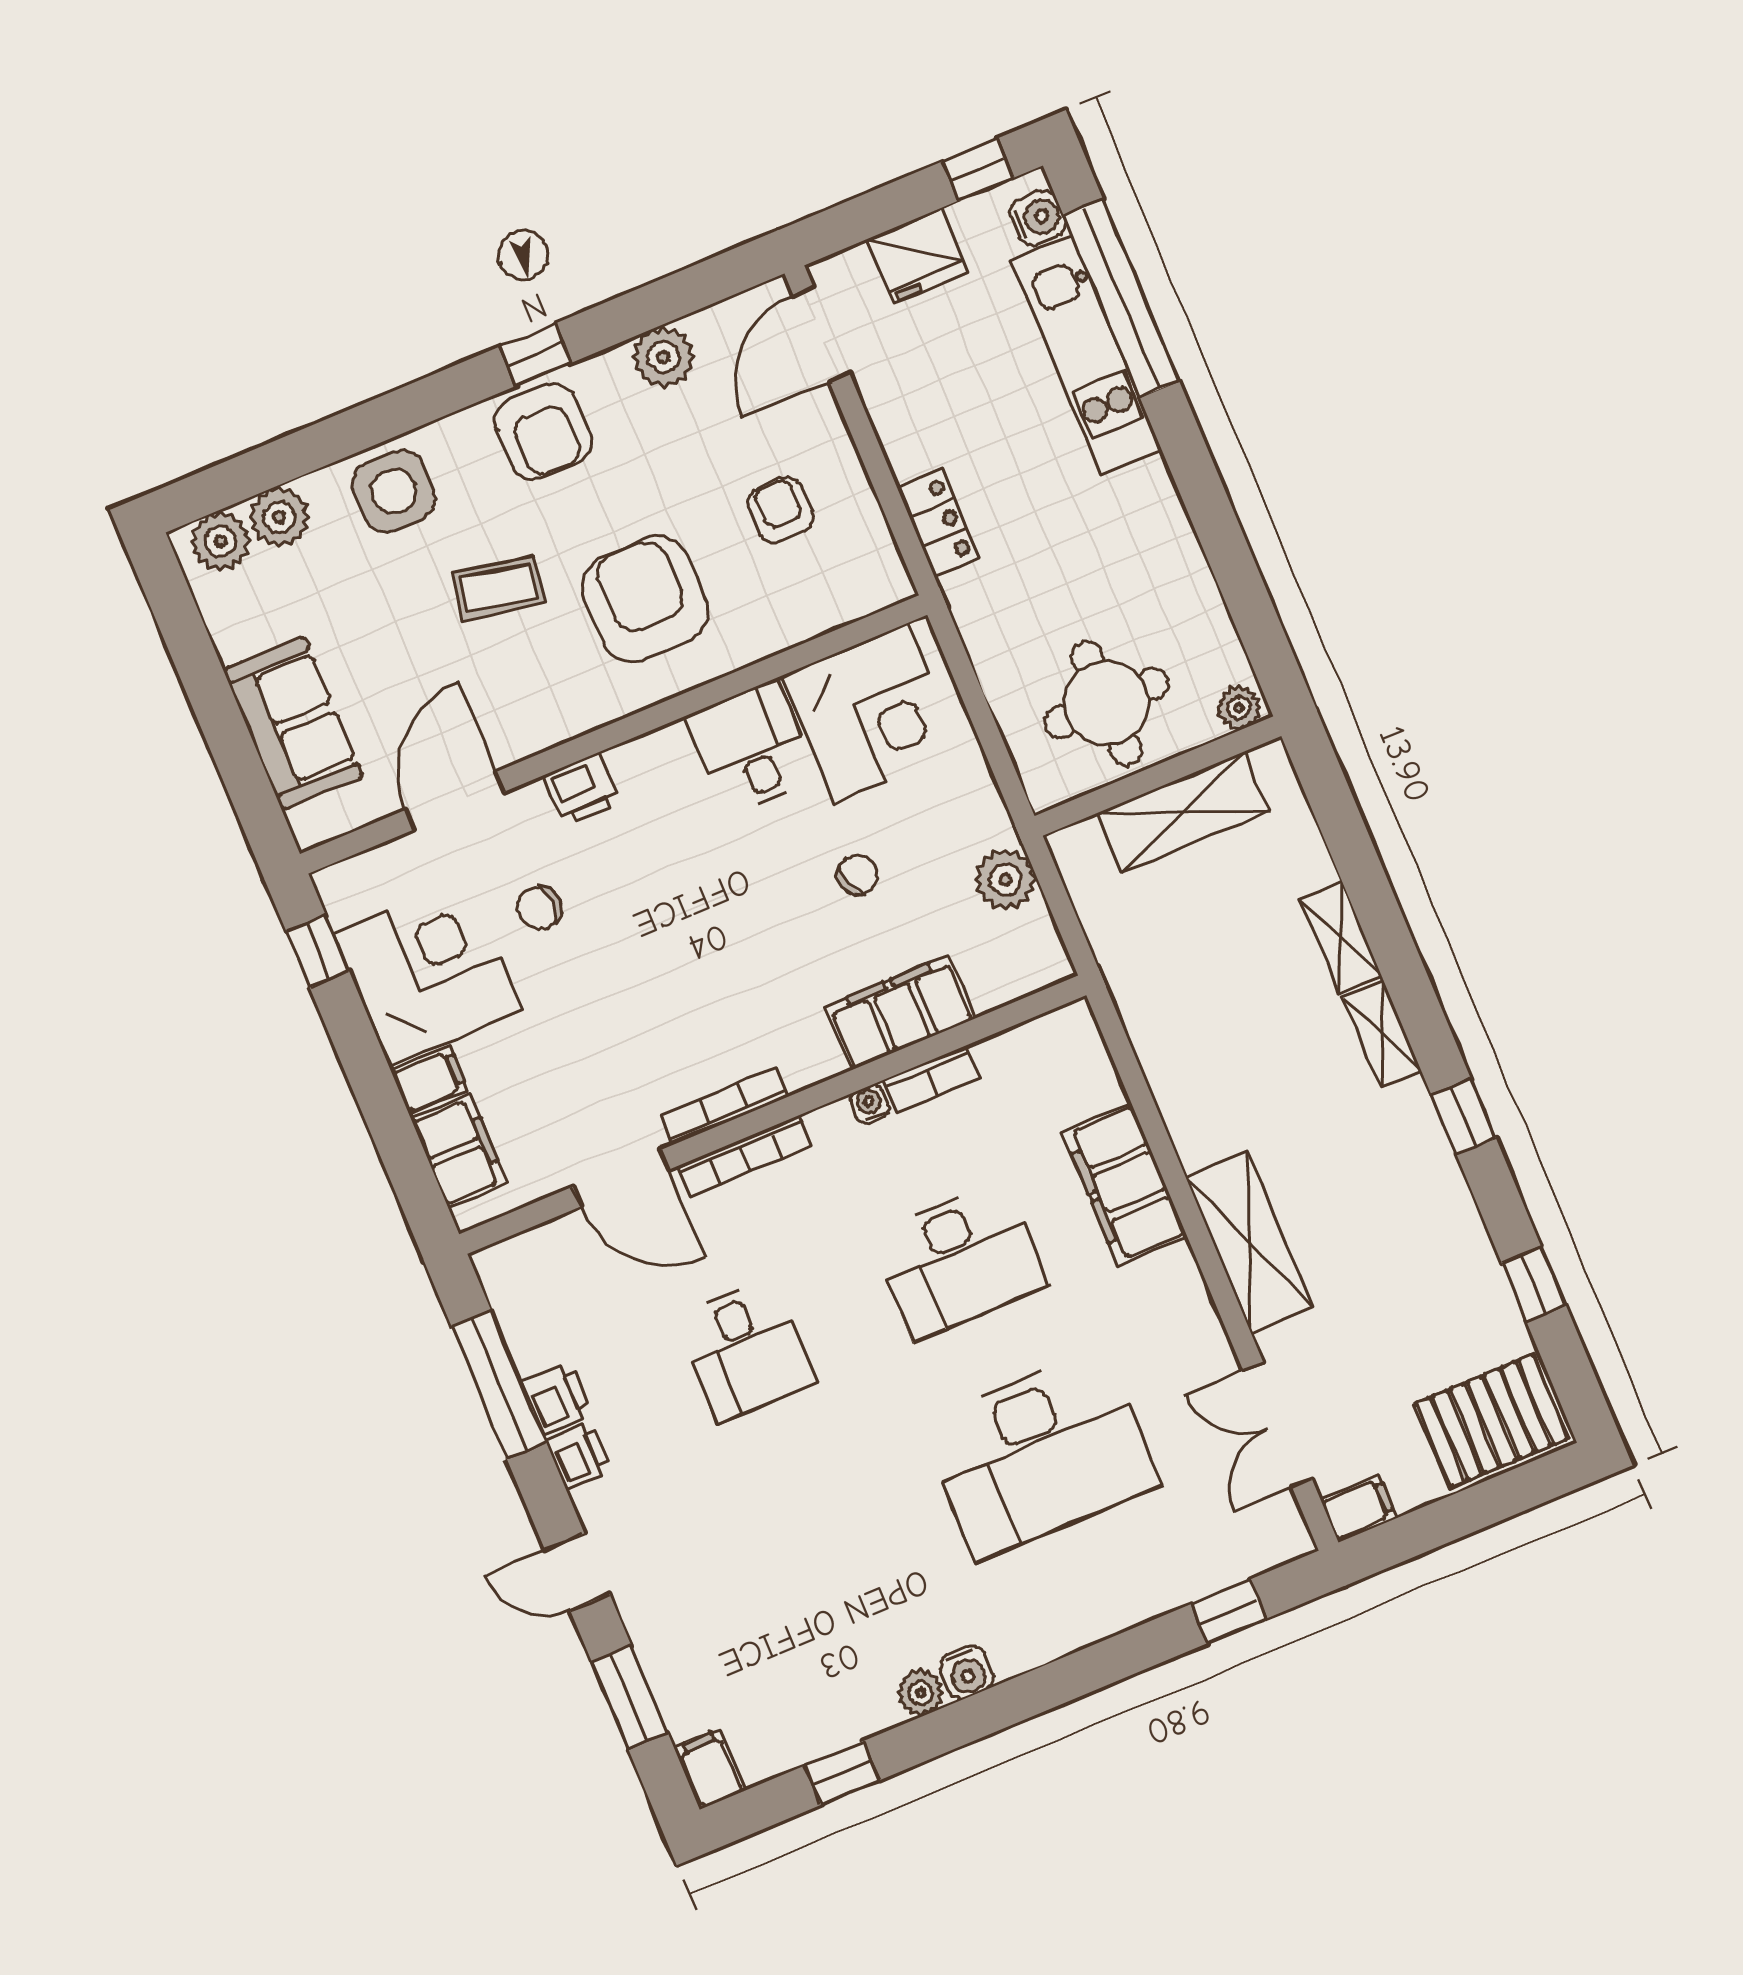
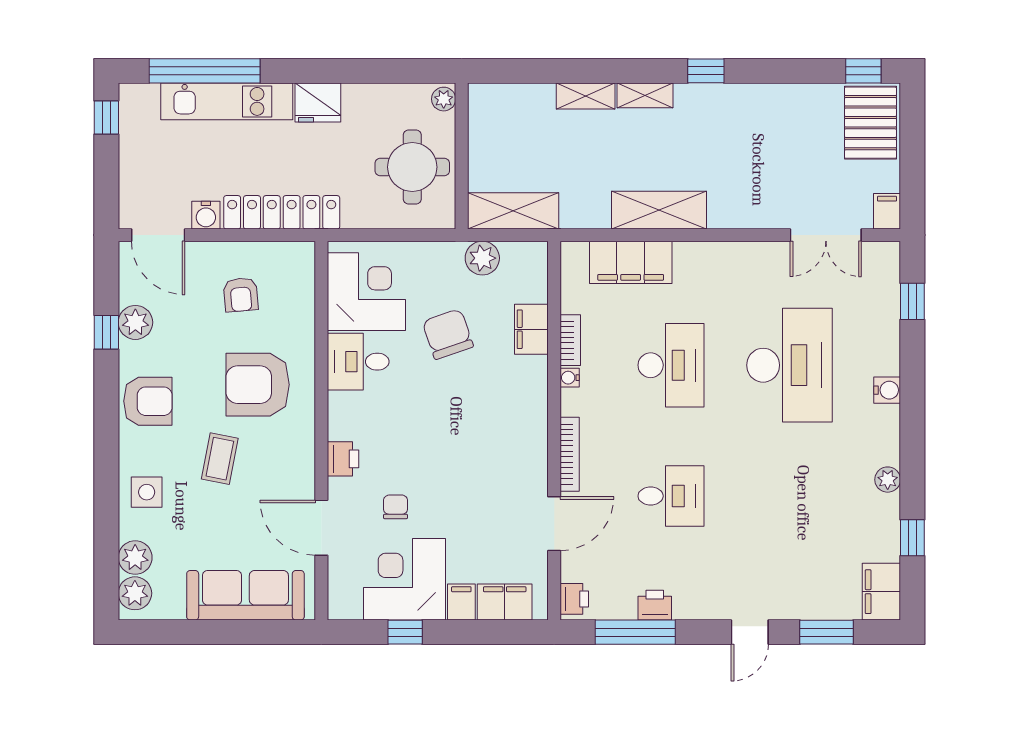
water cooler: (1038, 218) -> (206, 215), moved, turned 180
fridge: (917, 256) -> (318, 102), moved, turned 90
window: (536, 355) -> (106, 332), moved
side table: (394, 491) -> (147, 492), width x0.73, depth x0.73
armchair: (781, 510) -> (241, 295), turned -95
locker: (938, 523) -> (282, 212), width x2.16, depth x1.21
sofa: (293, 723) -> (245, 595), width x1.36
shelving: (1183, 812) -> (513, 211), moved, turned 90
chair: (858, 875) -> (448, 334), width x1.87, depth x1.87
chair: (540, 908) -> (396, 507), turned 180
window: (318, 951) -> (405, 632), moved
filing cabinet: (900, 1012) -> (531, 329), width x0.67, depth x0.86
bookcase: (725, 1106) -> (539, 454), removed
filing cabinet: (1124, 1184) -> (631, 262), moved
shelving: (1249, 1242) -> (659, 210), moved
window: (1534, 1284) -> (863, 71), moved
printer: (578, 1455) -> (574, 599), moved, turned 90
water cooler: (967, 1673) -> (887, 390), moved
filing cabinet: (710, 1769) -> (881, 592), width x2.00

